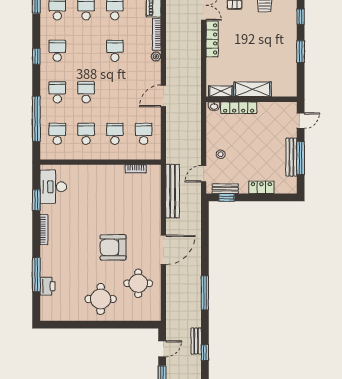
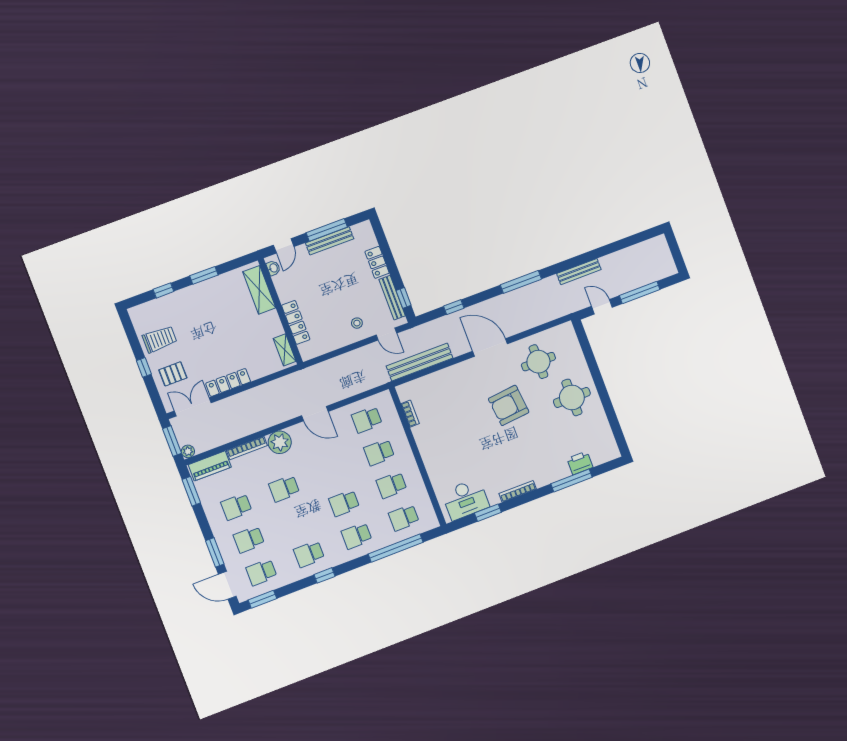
plant: (156, 56) -> (280, 442), width x1.88, depth x1.88
shelving: (253, 89) -> (259, 290), moved
washbasin: (214, 106) -> (273, 268), moved
door: (301, 121) -> (284, 246), swing flipped
bench: (225, 189) -> (392, 298), width x1.36
armchair: (113, 247) -> (509, 405), turned 84
bench: (196, 341) -> (579, 272), width x1.36
window: (205, 353) -> (454, 307), moved

